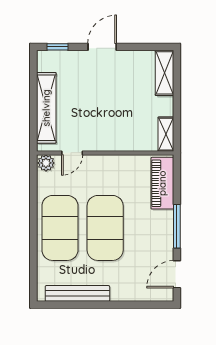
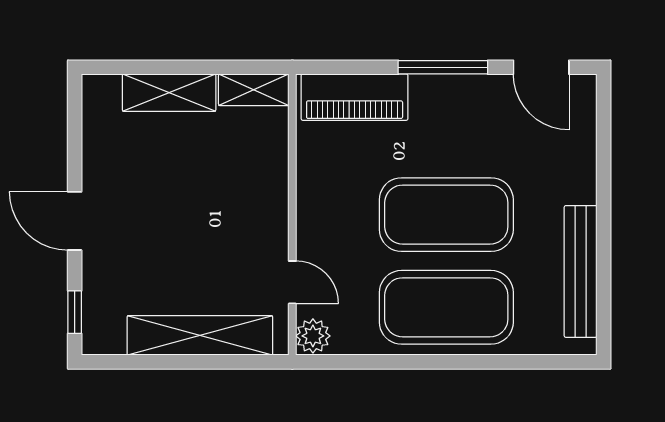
shelving: (165, 73) -> (169, 93), moved

